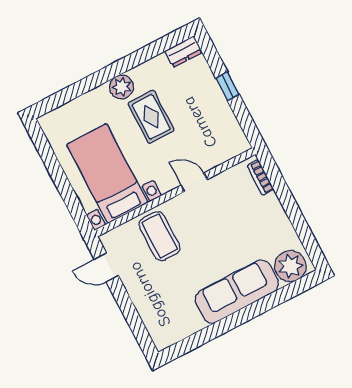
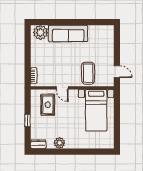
plant: (121, 87) -> (59, 143), moved
rug: (151, 117) -> (48, 105), moved

